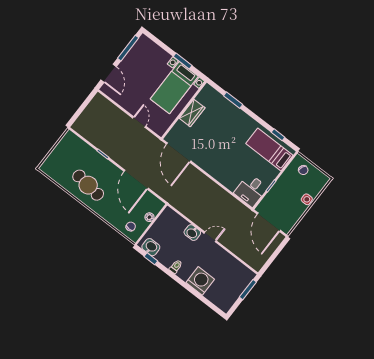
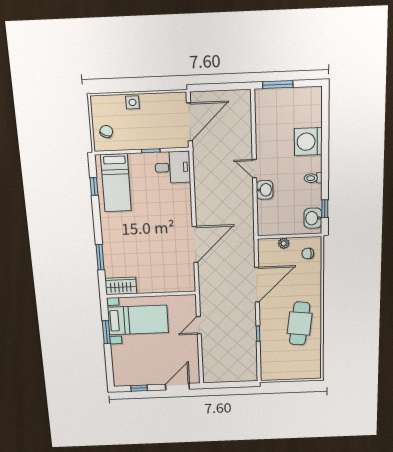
window: (128, 48) -> (139, 388), width x0.46
wardrobe: (192, 113) -> (121, 286), moved
door: (179, 153) -> (195, 245), moved

